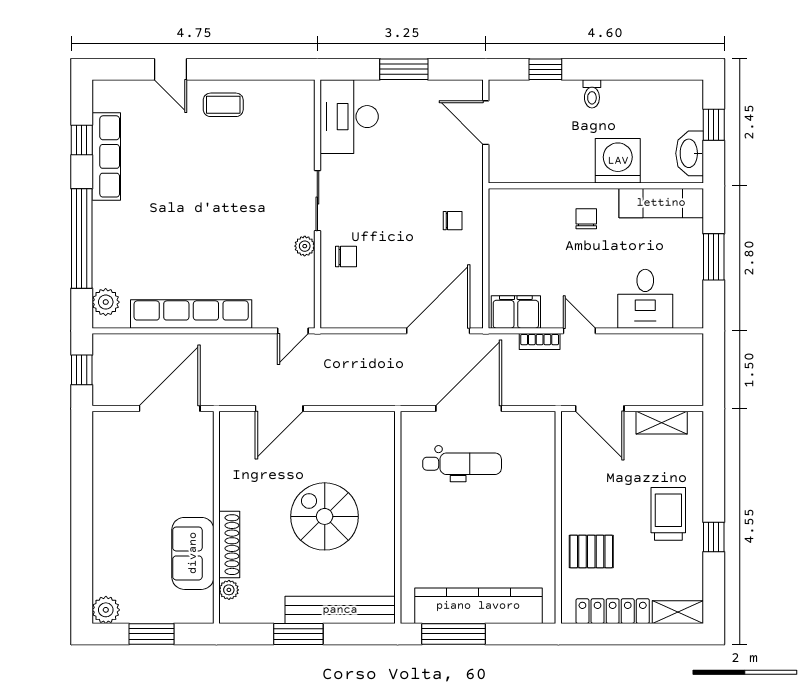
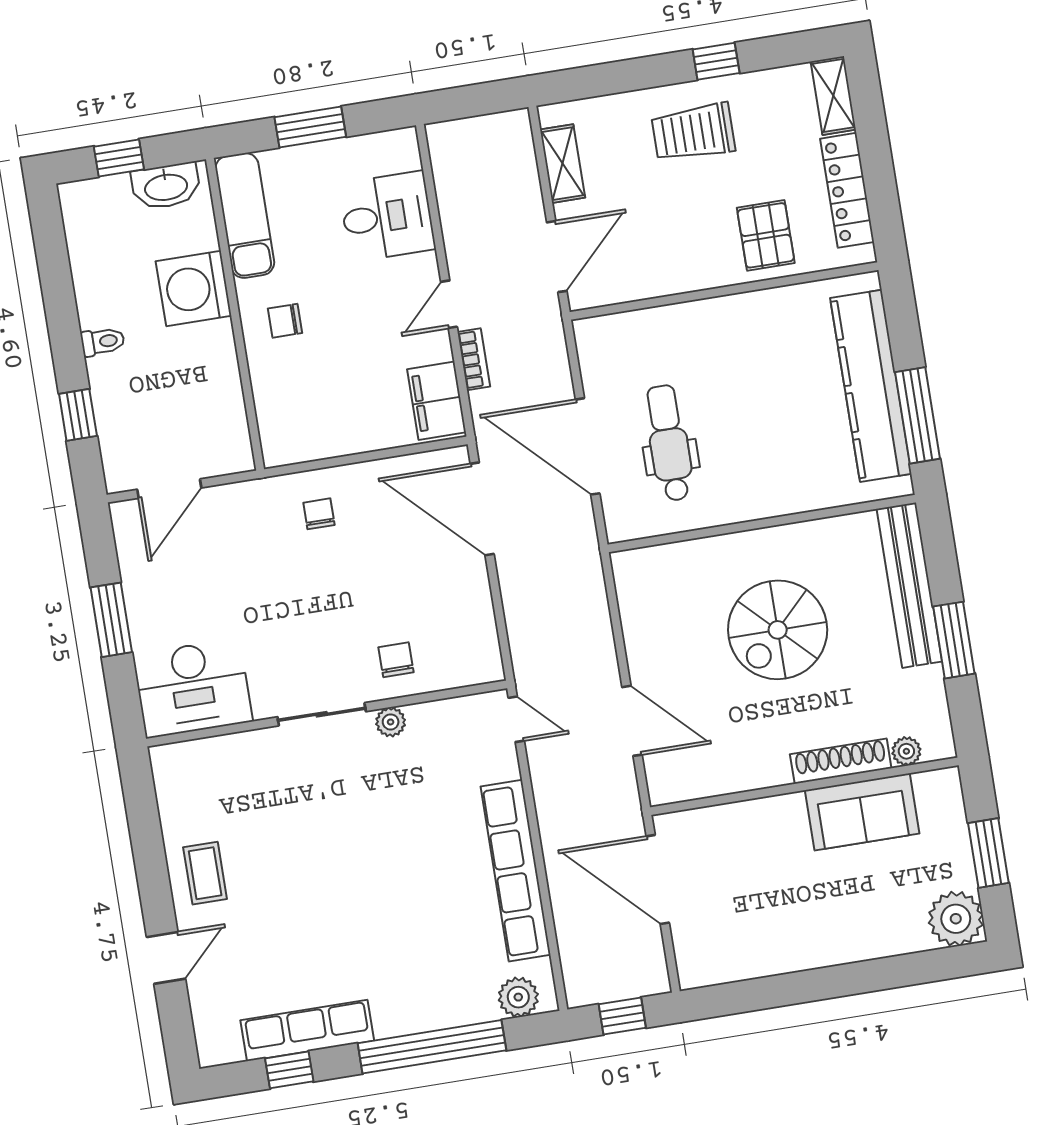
plant: (106, 610) -> (956, 919), width x1.36, depth x1.36

